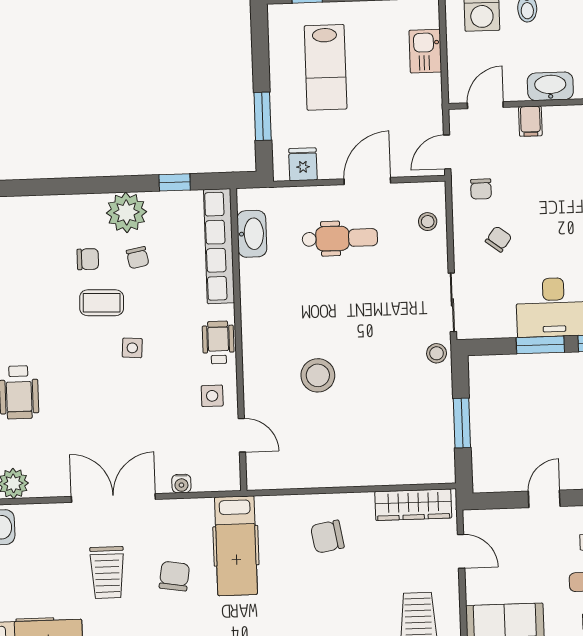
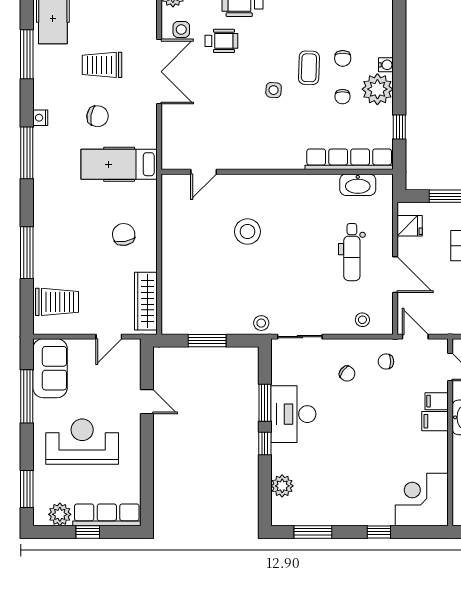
filing cabinet: (557, 122) -> (435, 421), added
chair: (138, 258) -> (343, 97), turned -79
wheelchair: (218, 342) -> (221, 41), moved
side table: (212, 396) -> (181, 29), moved
water cooler: (181, 484) -> (386, 65), moved, turned 180

